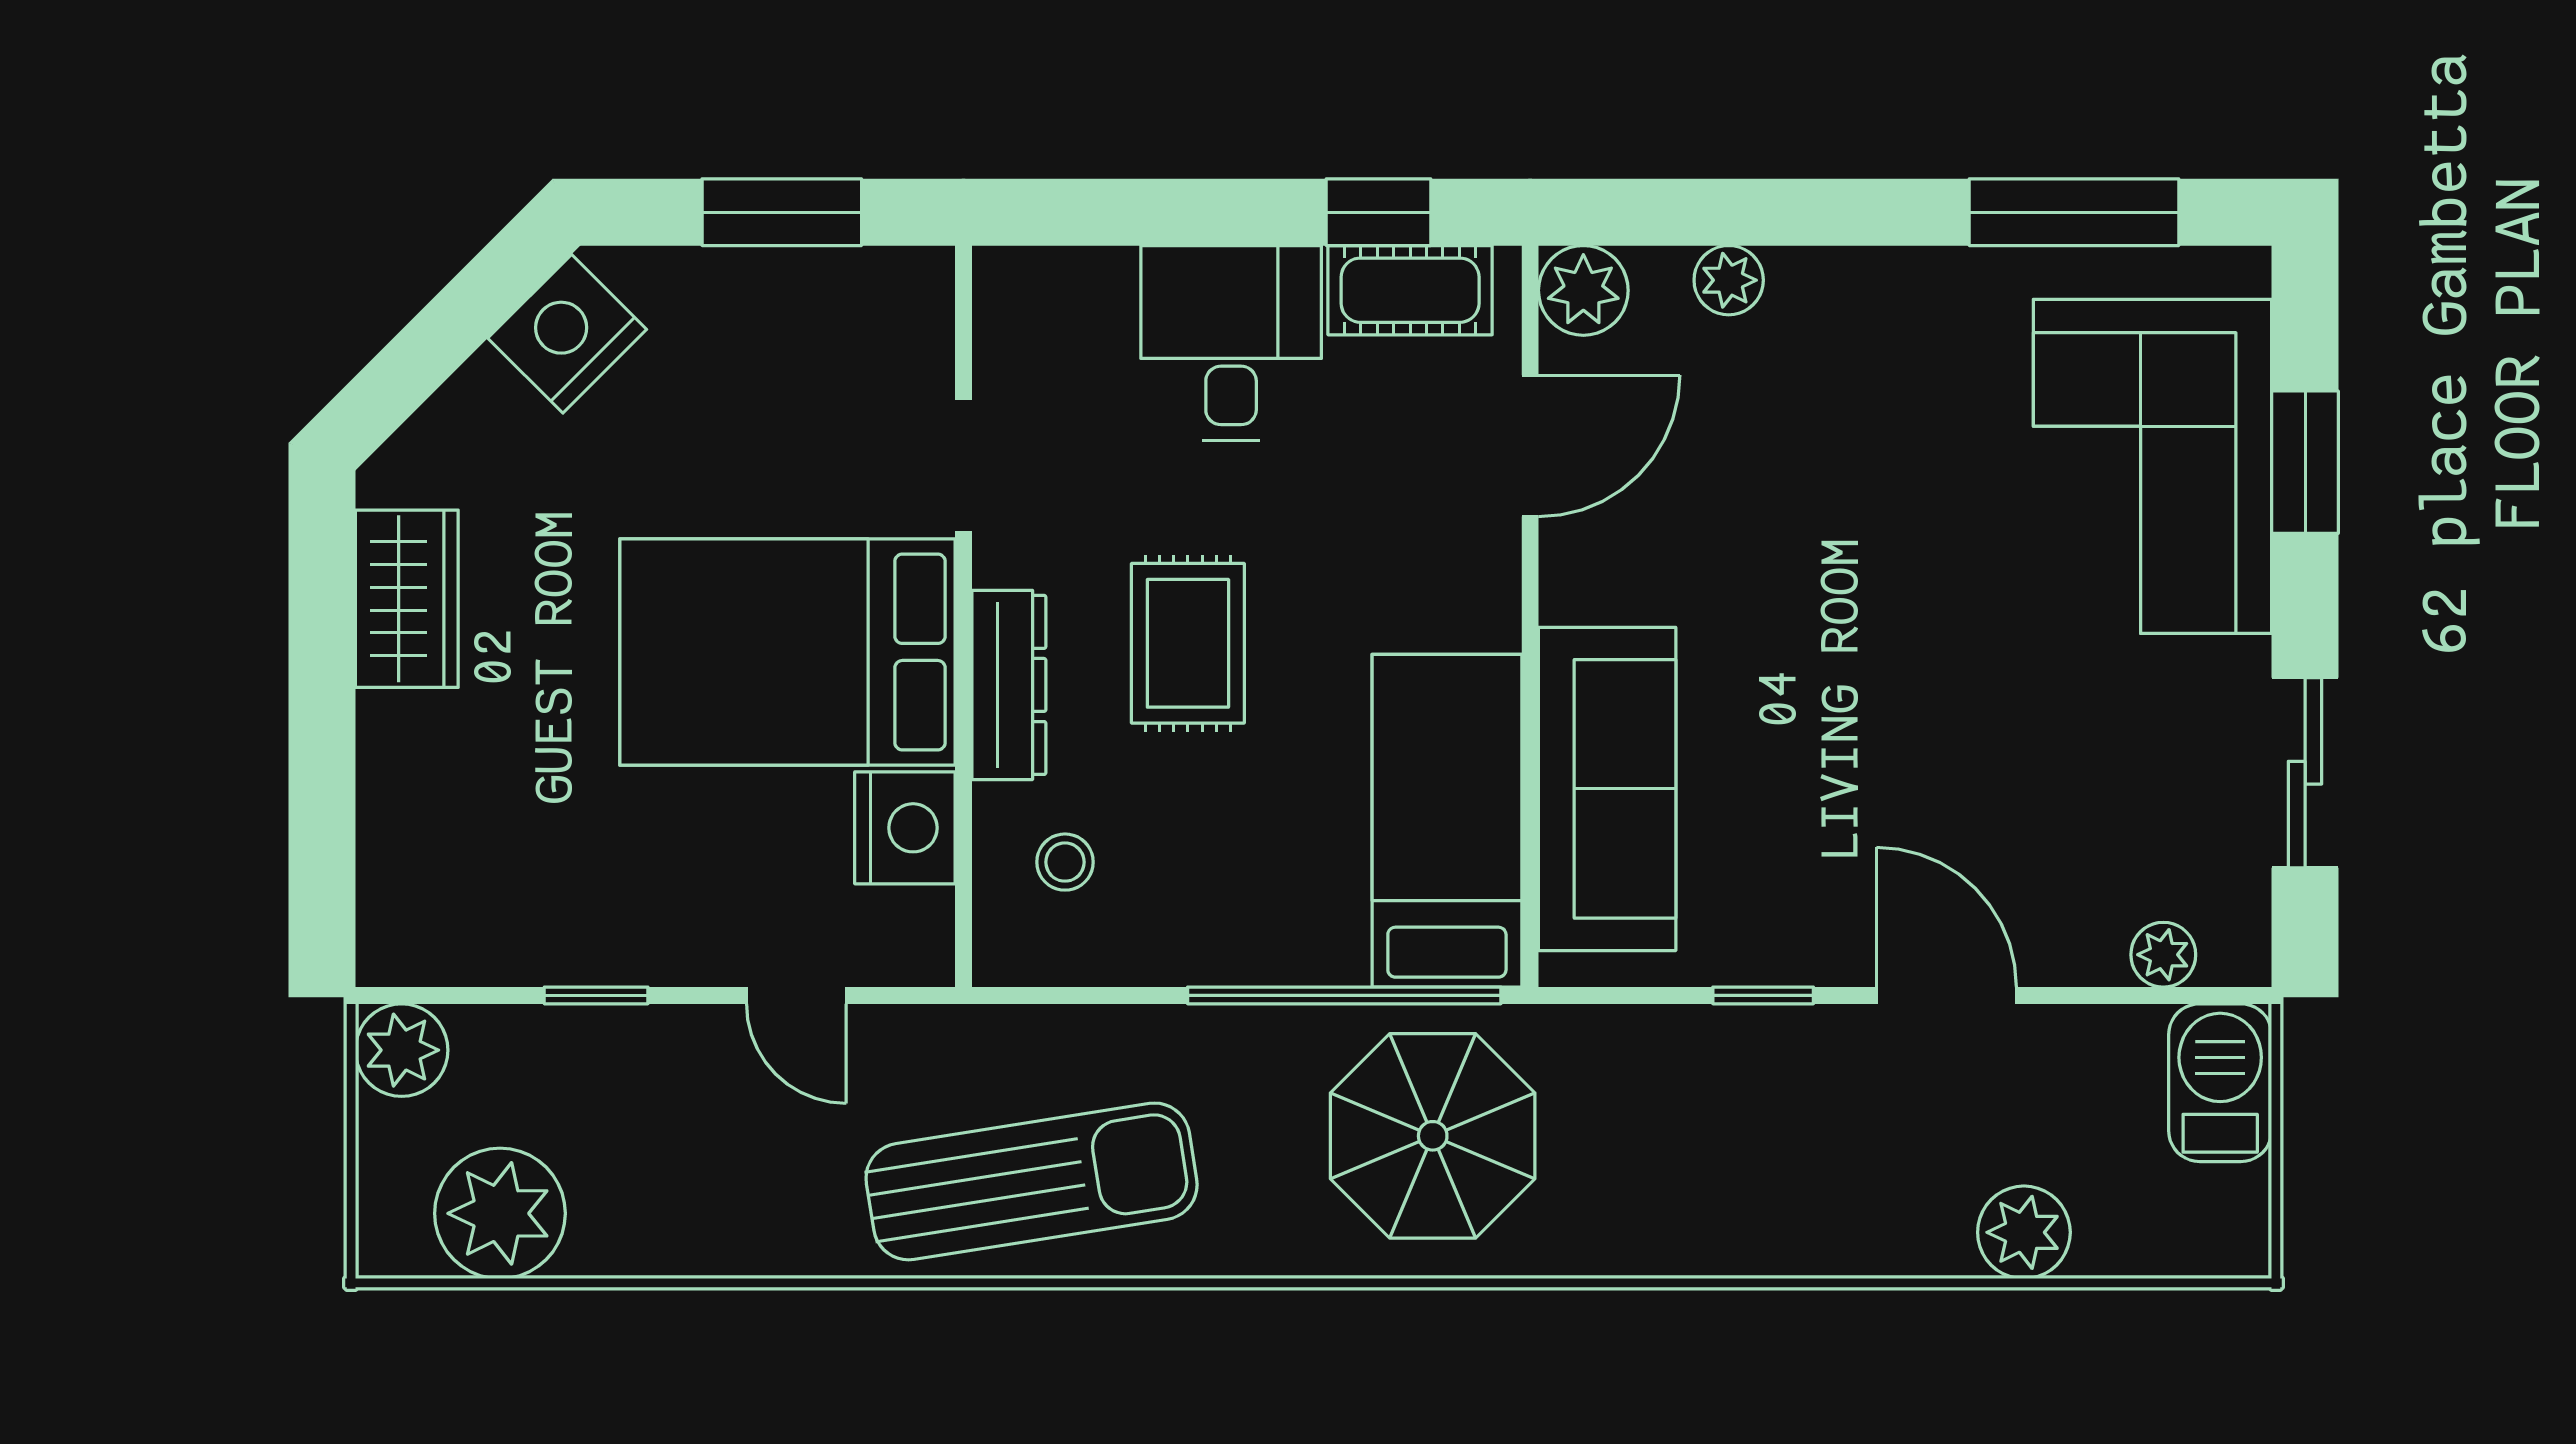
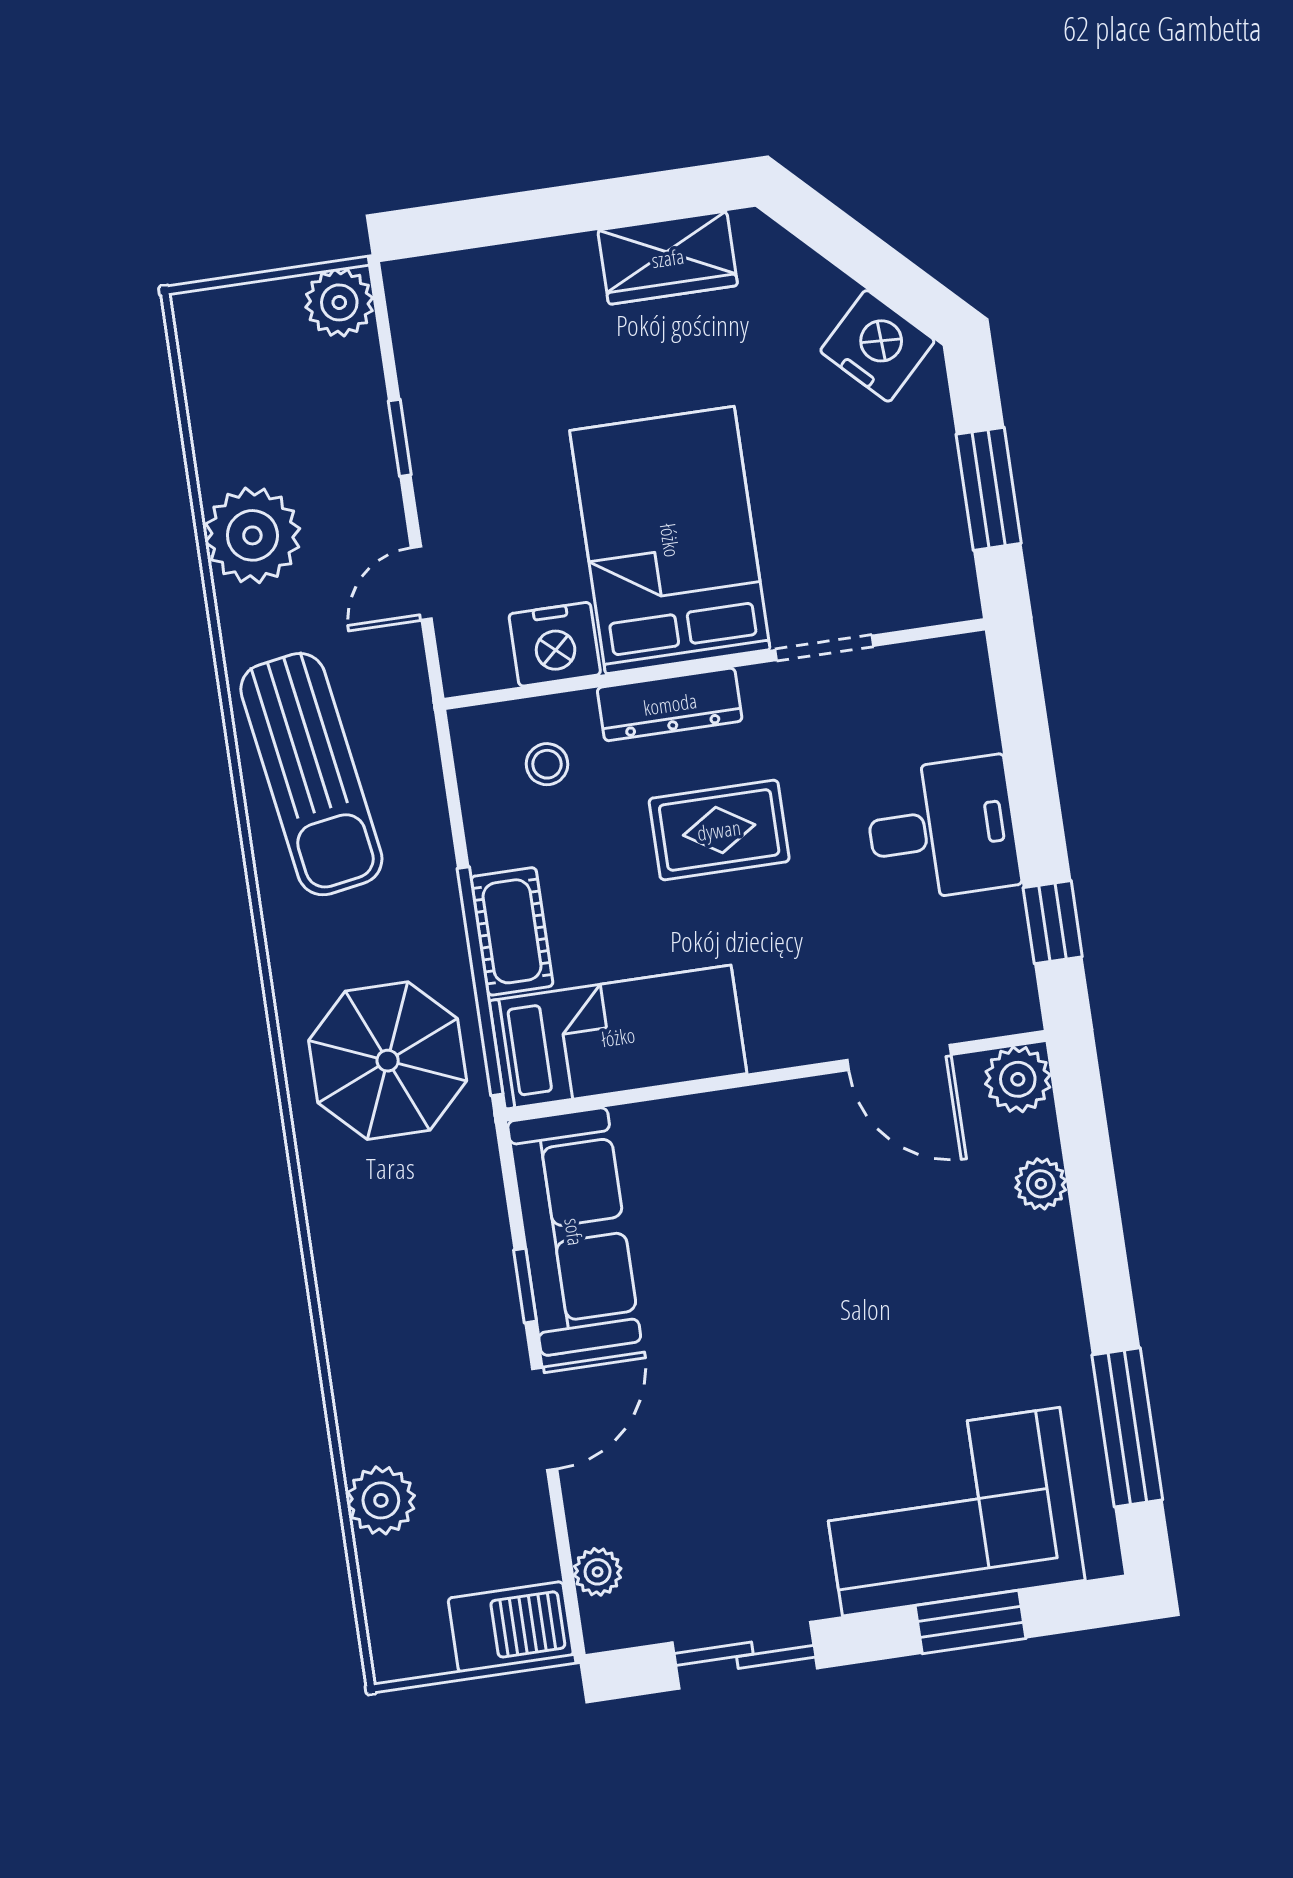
cot: (1410, 290) -> (512, 931), moved
sofa: (1607, 789) -> (574, 1232), moved, turned -90
plant: (500, 1213) -> (252, 535), moved

